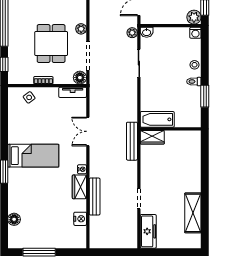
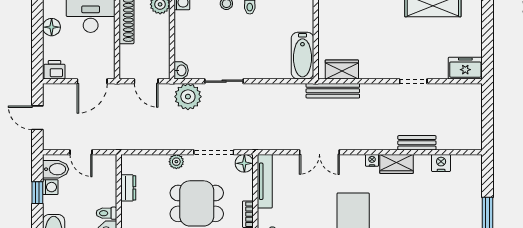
plant: (132, 33) -> (188, 97), width x1.87, depth x1.87
tv unit: (73, 92) -> (265, 181), width x1.41
wardrobe: (152, 137) -> (342, 69), moved, turned -90
bench: (95, 197) -> (417, 143), width x0.73
freezer: (148, 231) -> (465, 68), width x0.71

